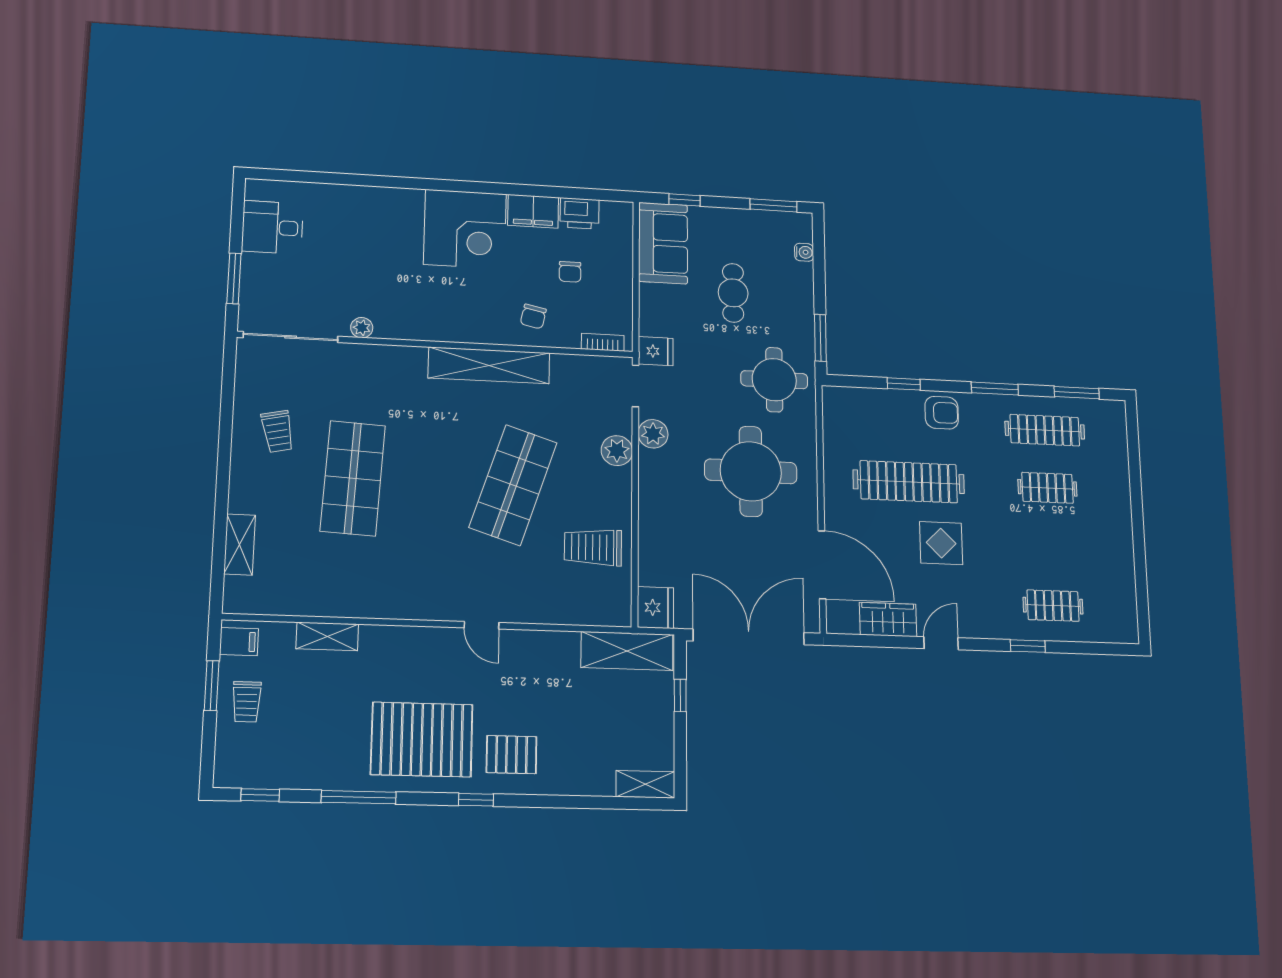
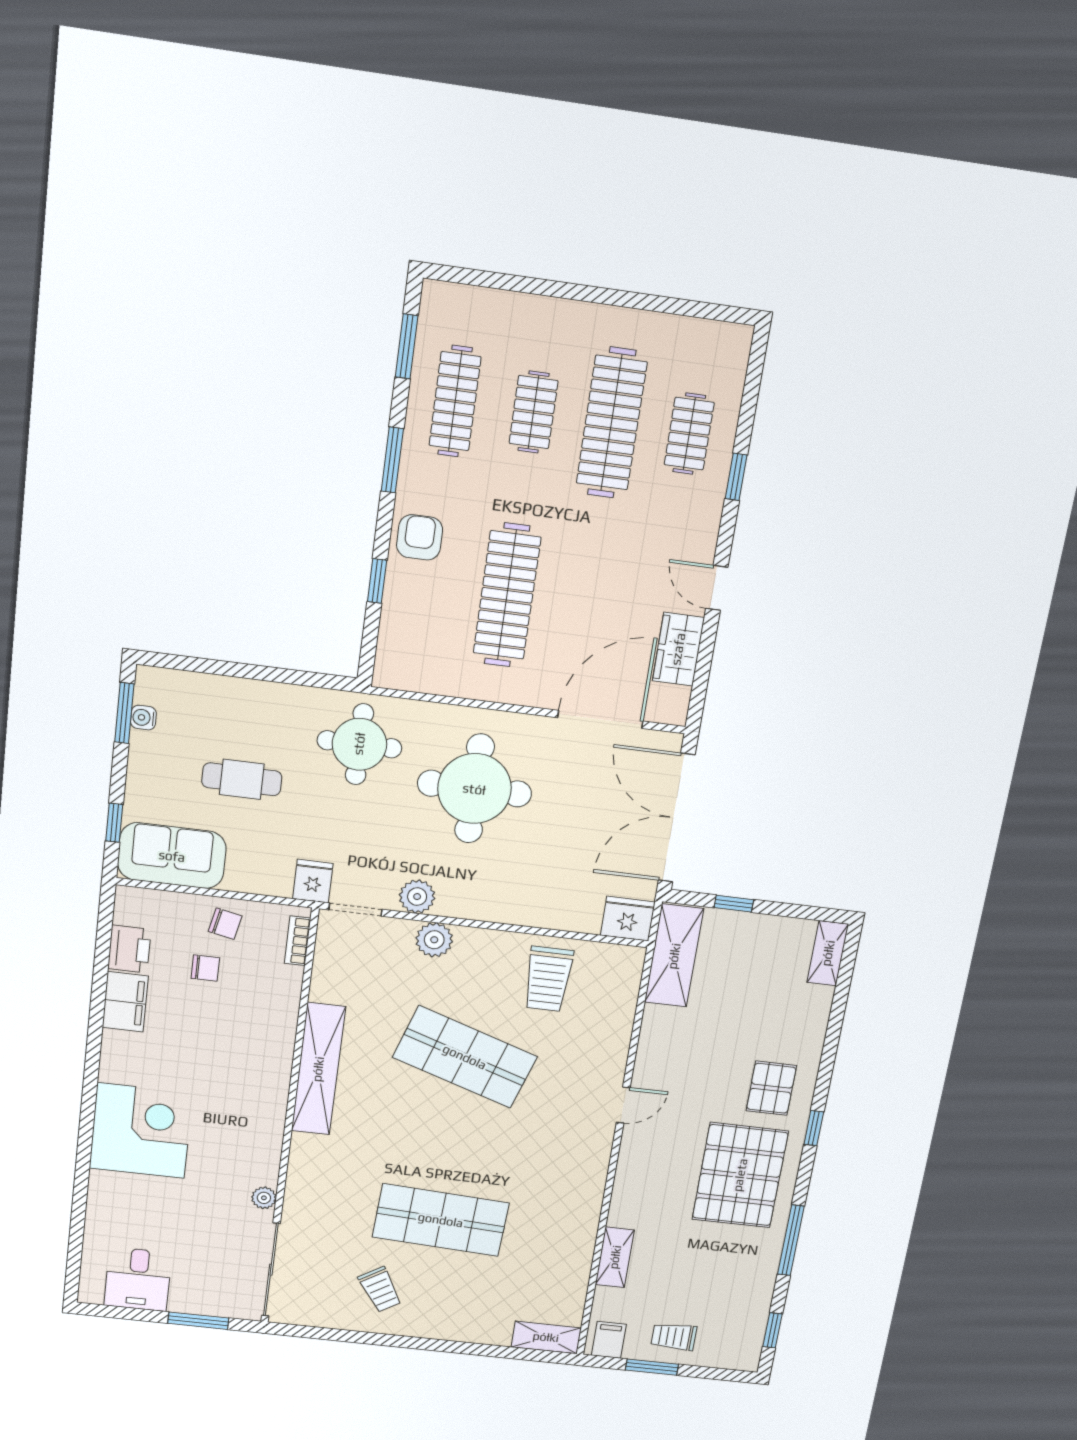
corner desk: (465, 229) -> (141, 1131), moved
water cooler: (804, 252) -> (143, 718), moved, turned -90
chair: (533, 316) -> (225, 924), moved
window: (820, 338) -> (308, 679), removed
trolley: (277, 431) -> (380, 1290), turned 70
display table: (941, 543) -> (591, 567), removed
shelving: (240, 545) -> (546, 1337), moved
clothes rail: (1050, 546) -> (612, 423), added
trolley: (247, 702) -> (674, 1337), turned 180

